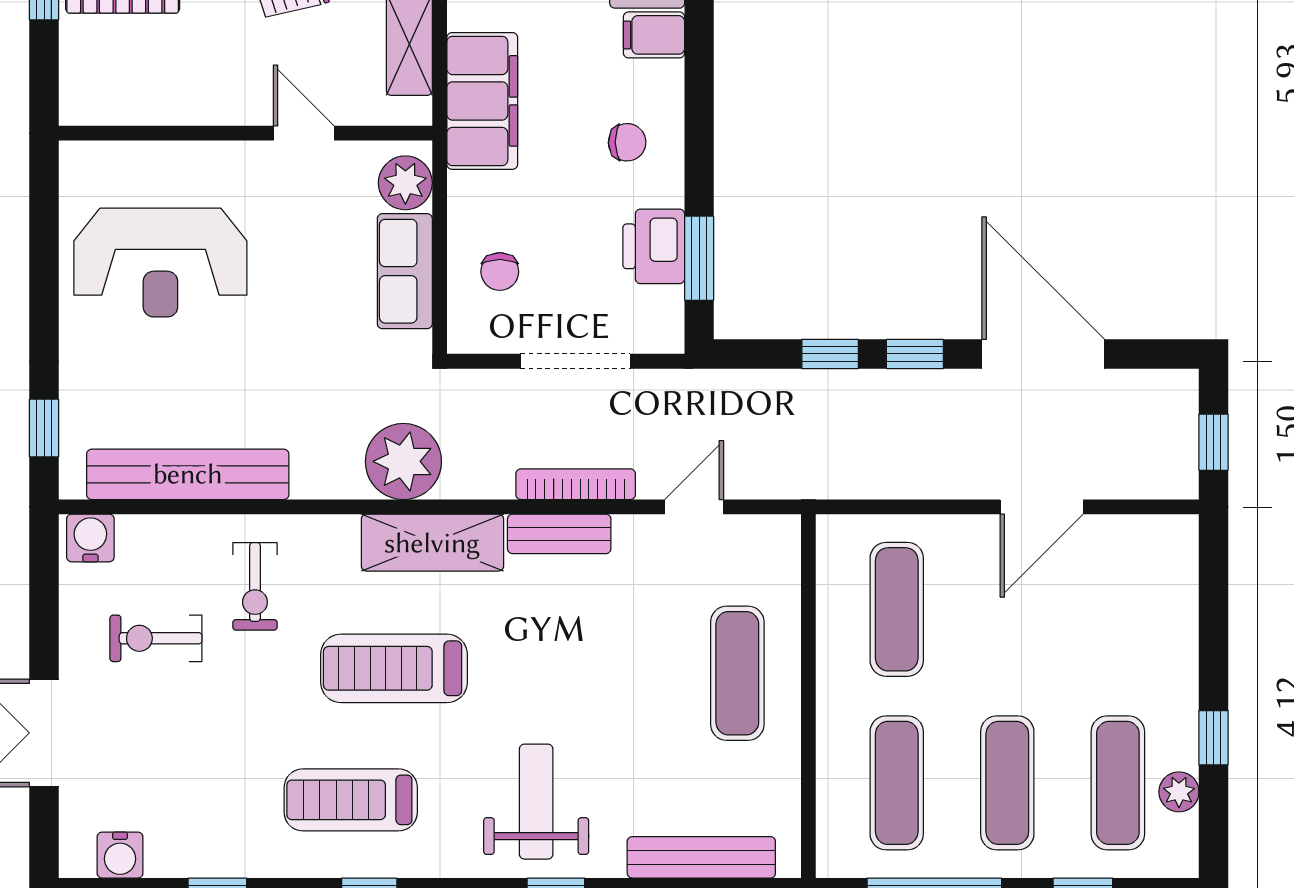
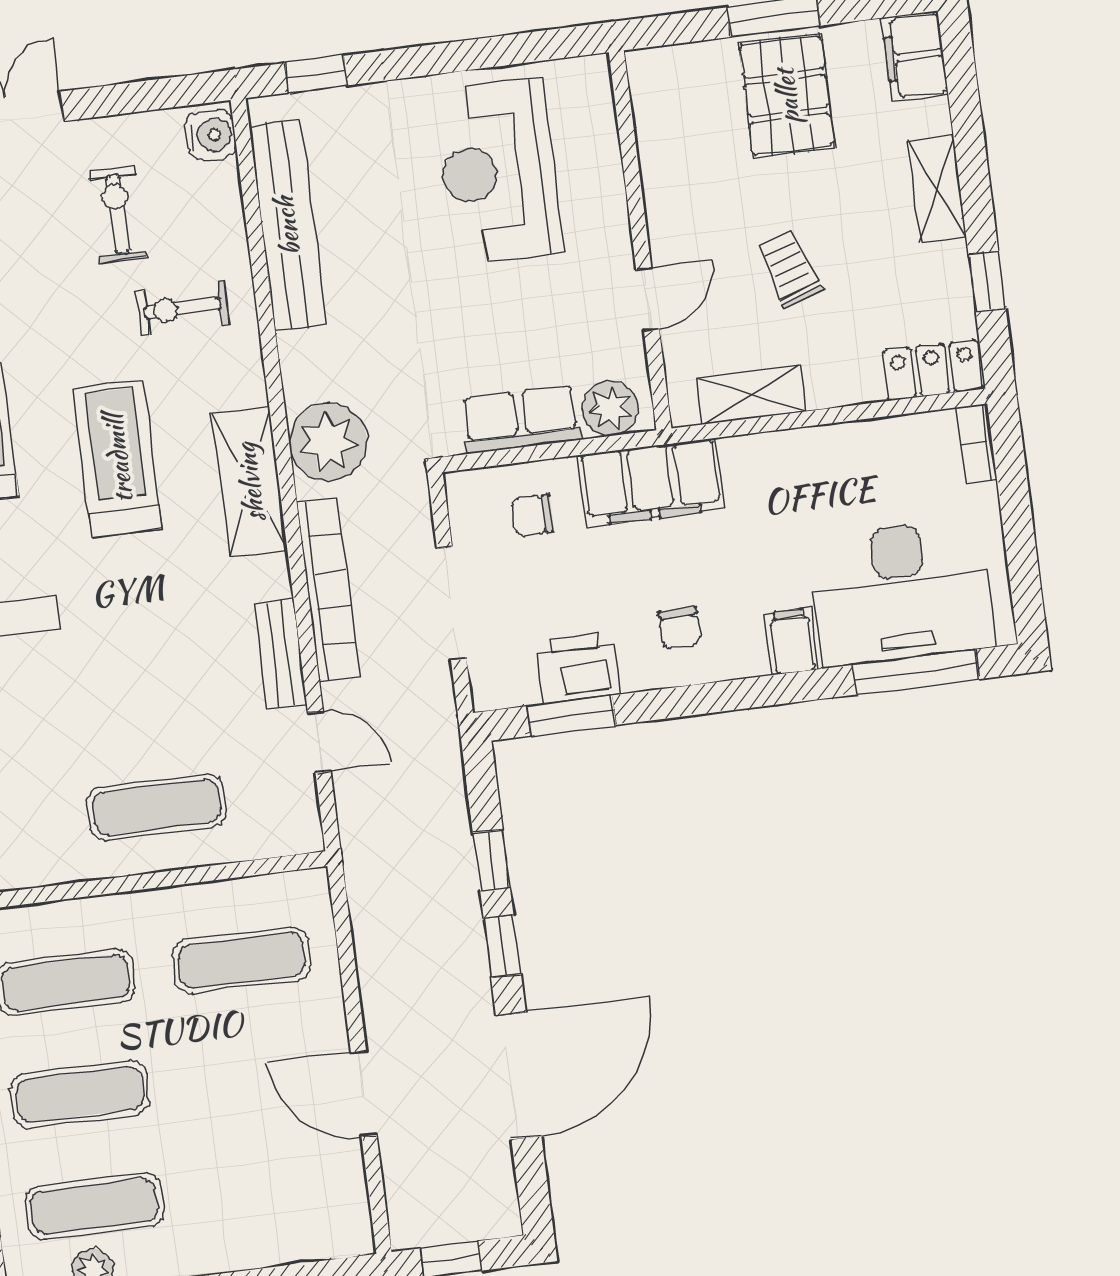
filing cabinet: (482, 101) -> (651, 482), moved
bookcase: (576, 484) -> (328, 590), width x1.48, depth x1.31
bench: (559, 534) -> (280, 654), moved

